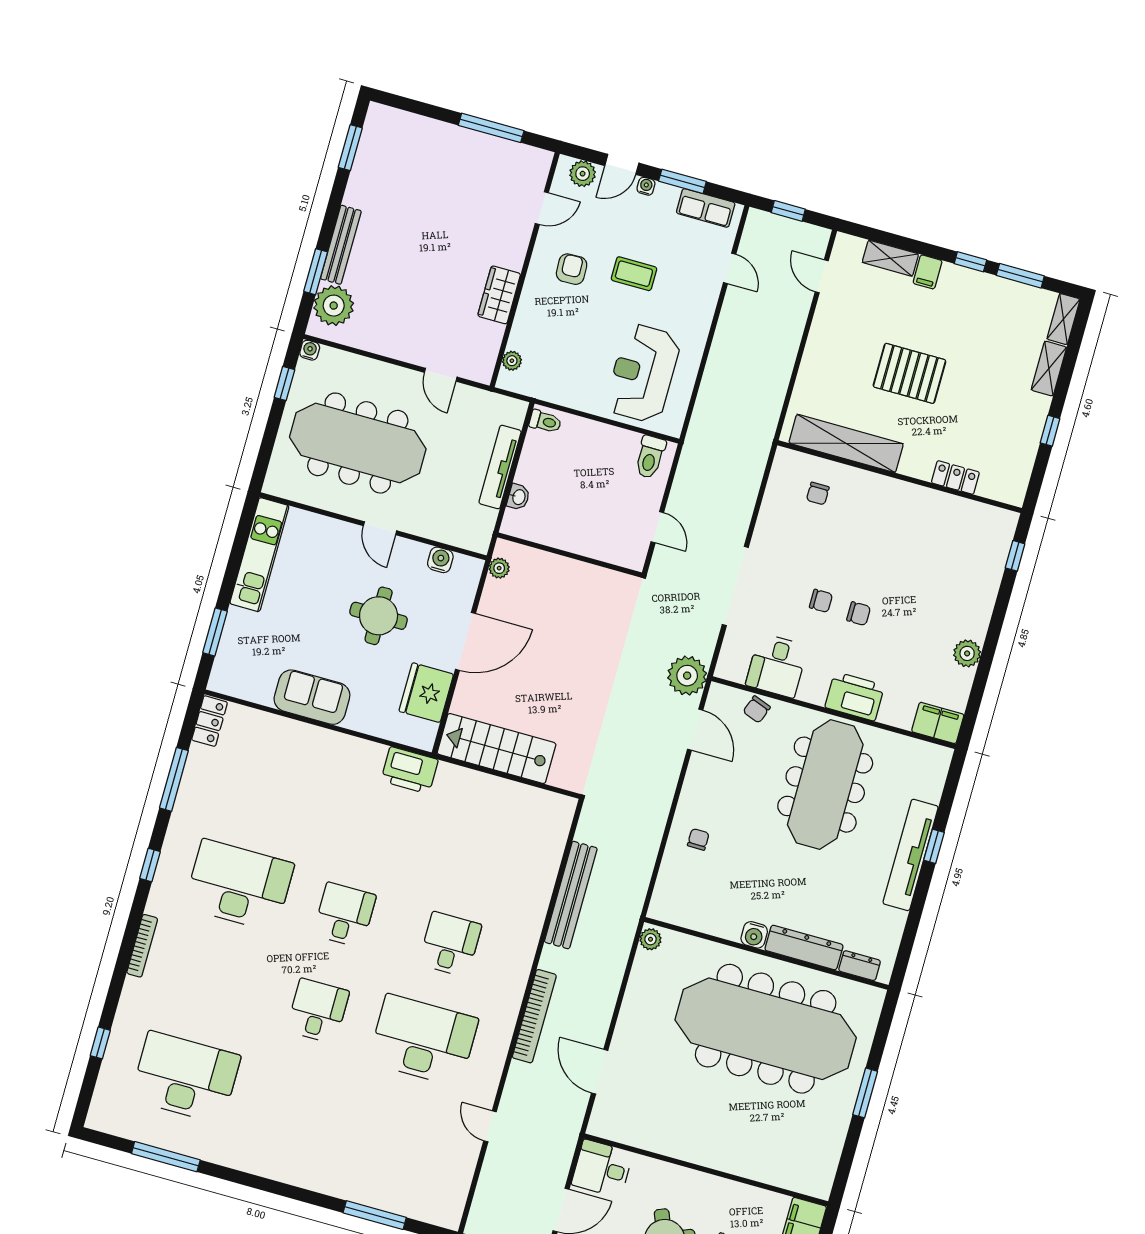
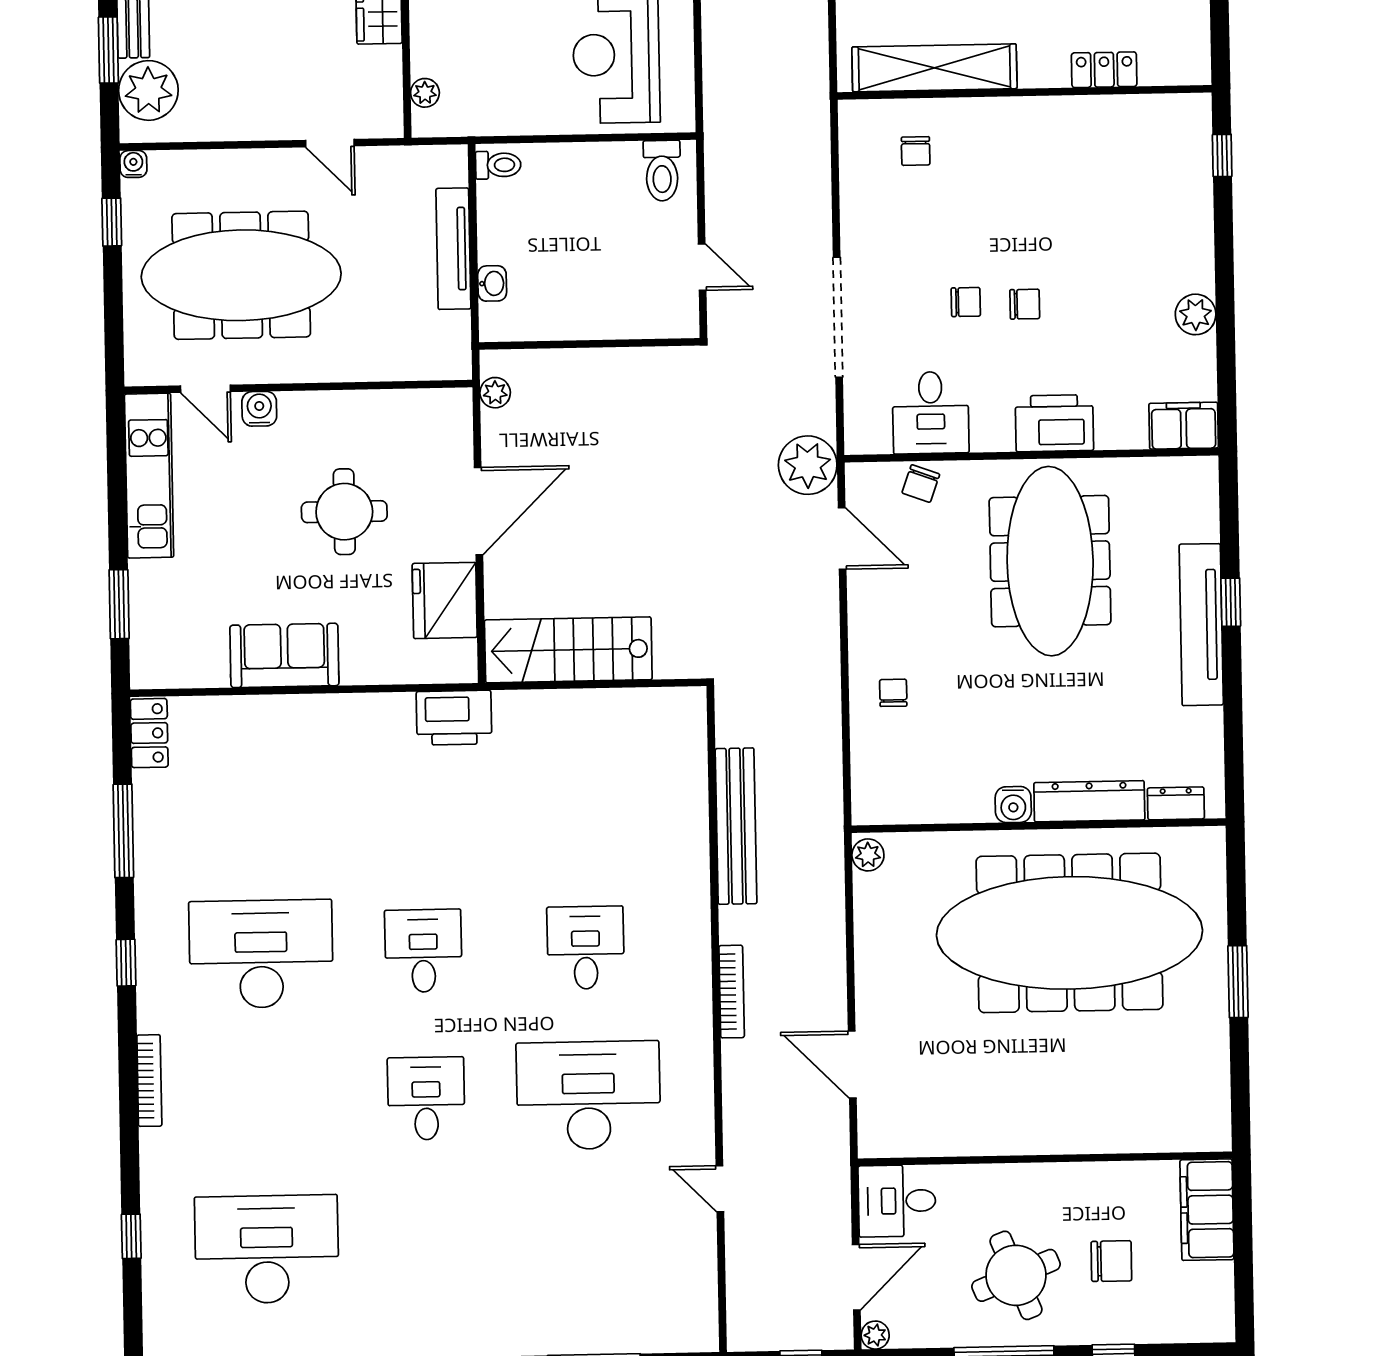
door: (380, 528) -> (205, 389), moved
water cooler: (440, 560) -> (259, 409), moved
bookcase: (534, 1016) -> (732, 992), width x0.68, depth x0.76

